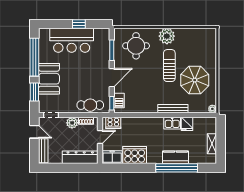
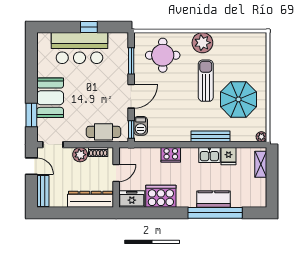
window: (34, 57) -> (31, 70), removed
cooker: (113, 123) -> (171, 155), moved
shelving: (212, 144) -> (261, 164), moved

